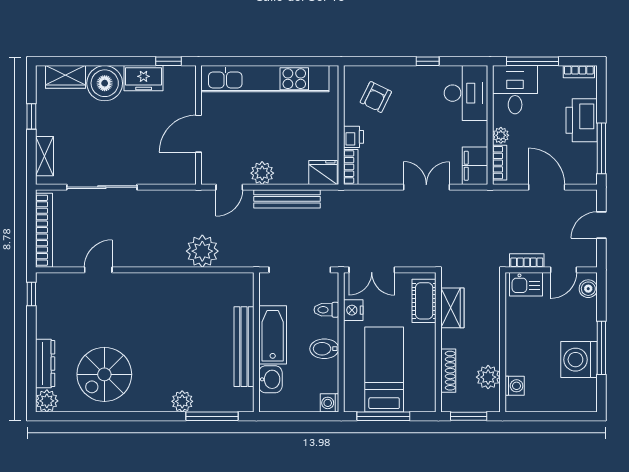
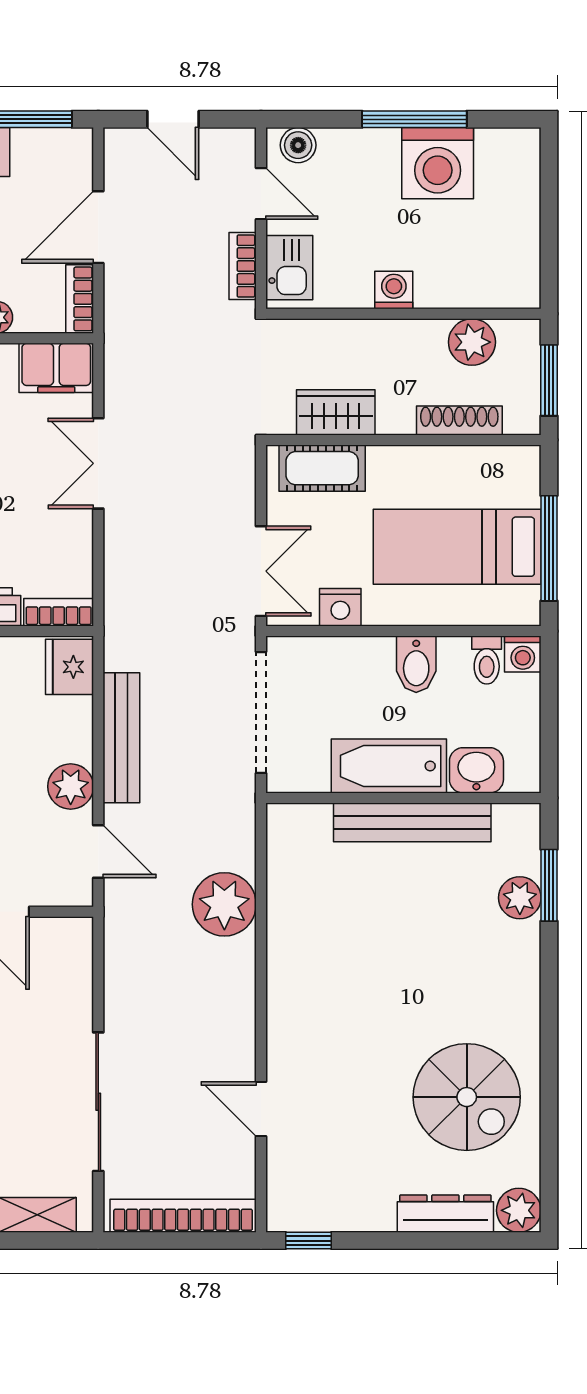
bookcase: (500, 163) -> (80, 299), moved, turned -90
toilet: (326, 310) -> (487, 660), moved
washing machine: (515, 386) -> (394, 290), moved
plant: (182, 401) -> (520, 898), moved
window: (212, 416) -> (549, 885), width x0.69

